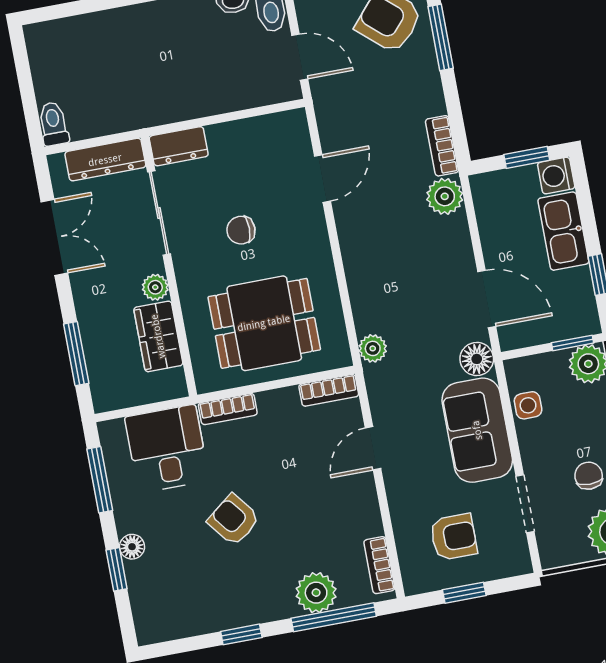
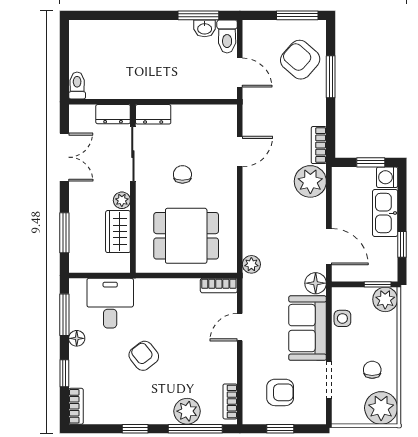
dresser: (105, 160) -> (113, 114), width x0.70
plant: (445, 196) -> (310, 181), width x1.36, depth x1.36
chair: (241, 230) -> (182, 174), turned 90
bookcase: (228, 409) -> (76, 406), moved, turned -90
floor lamp: (132, 547) -> (77, 338), moved

